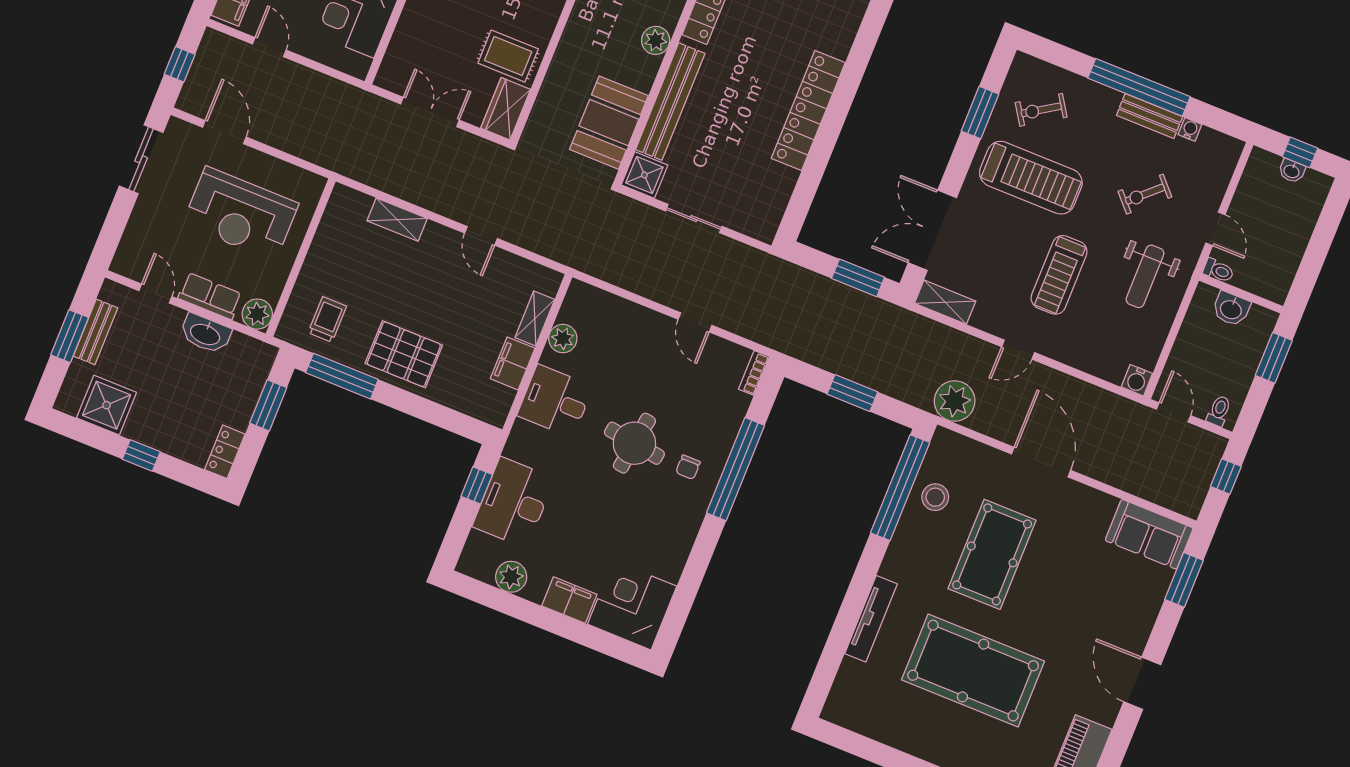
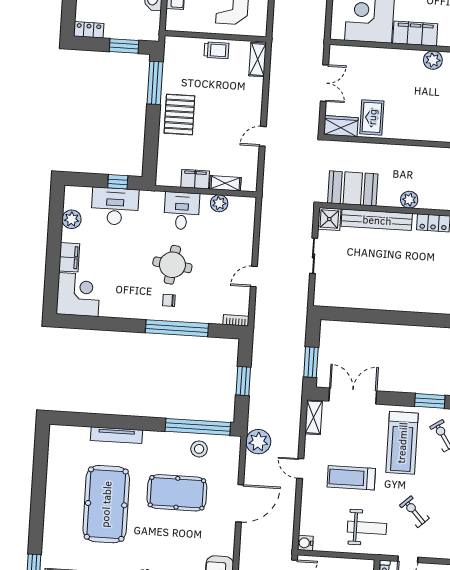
locker: (808, 110) -> (398, 301), removed
shelving: (397, 220) -> (258, 59), moved
weight bench: (1145, 276) -> (367, 528), turned 180
plant: (257, 314) -> (175, 22), removed
trolley: (327, 319) -> (216, 50), moved

